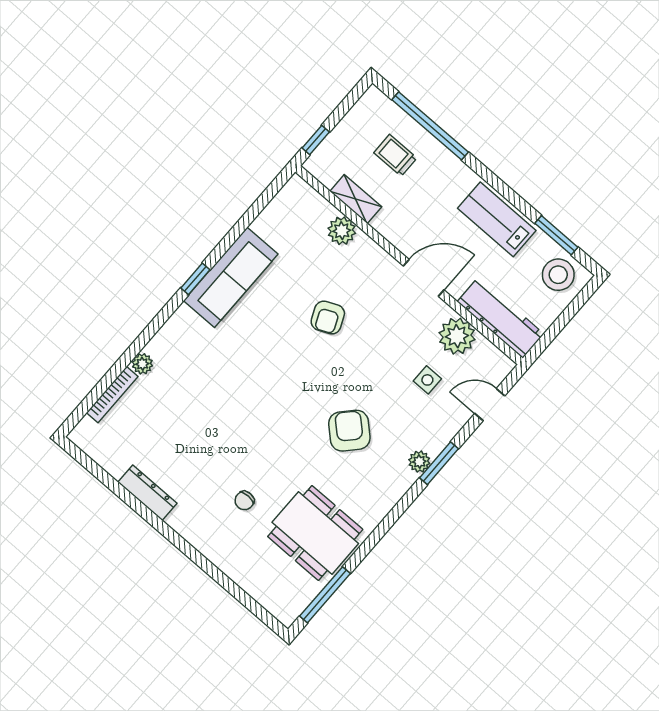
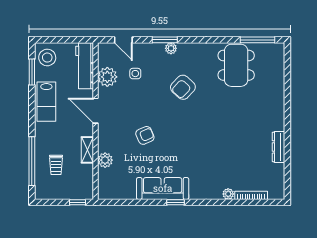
shelving: (356, 199) -> (87, 150), moved
chair: (244, 501) -> (248, 105), removed

